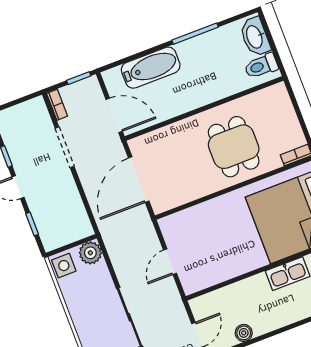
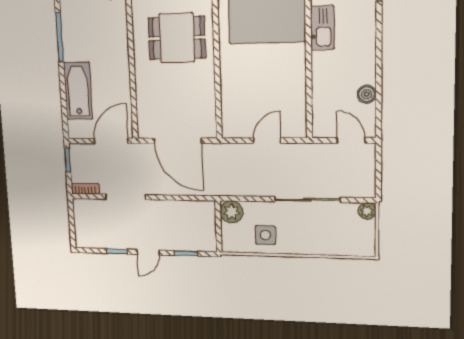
door: (170, 262) -> (267, 141), swing flipped
side table: (64, 266) -> (265, 235), moved

